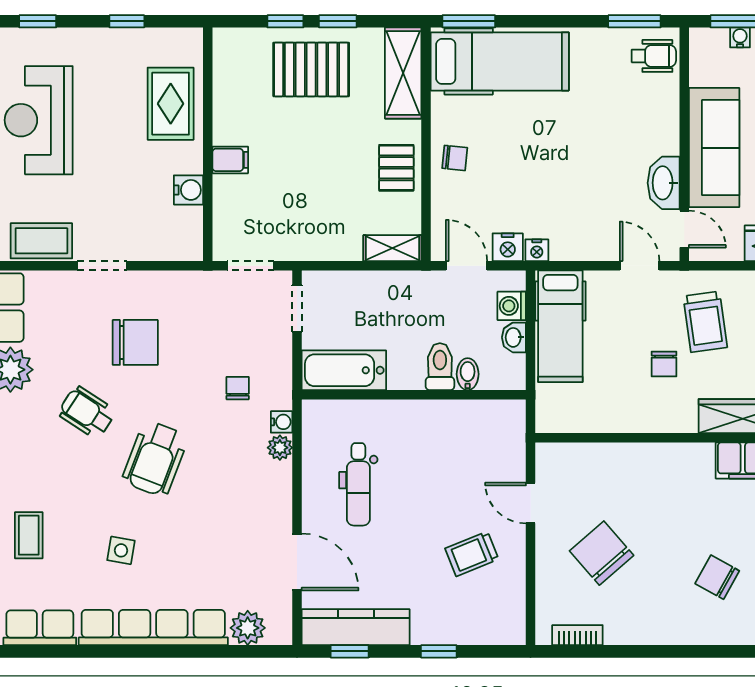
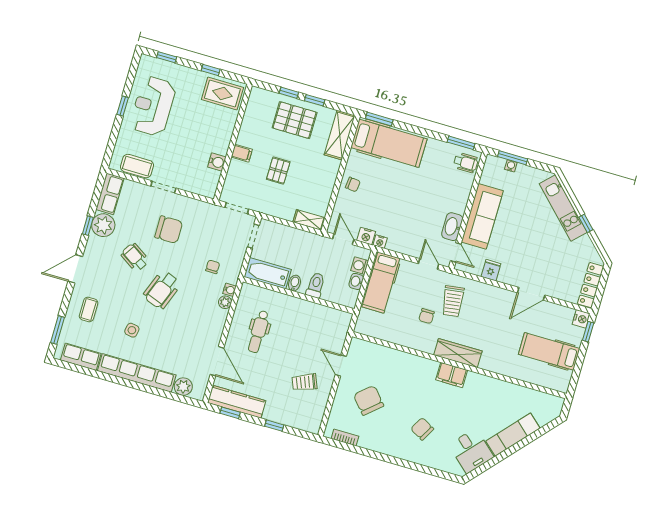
rug: (171, 104) -> (222, 94), moved, turned 90
pallet: (396, 168) -> (278, 171), moved
bidet: (468, 374) -> (294, 283), moved

